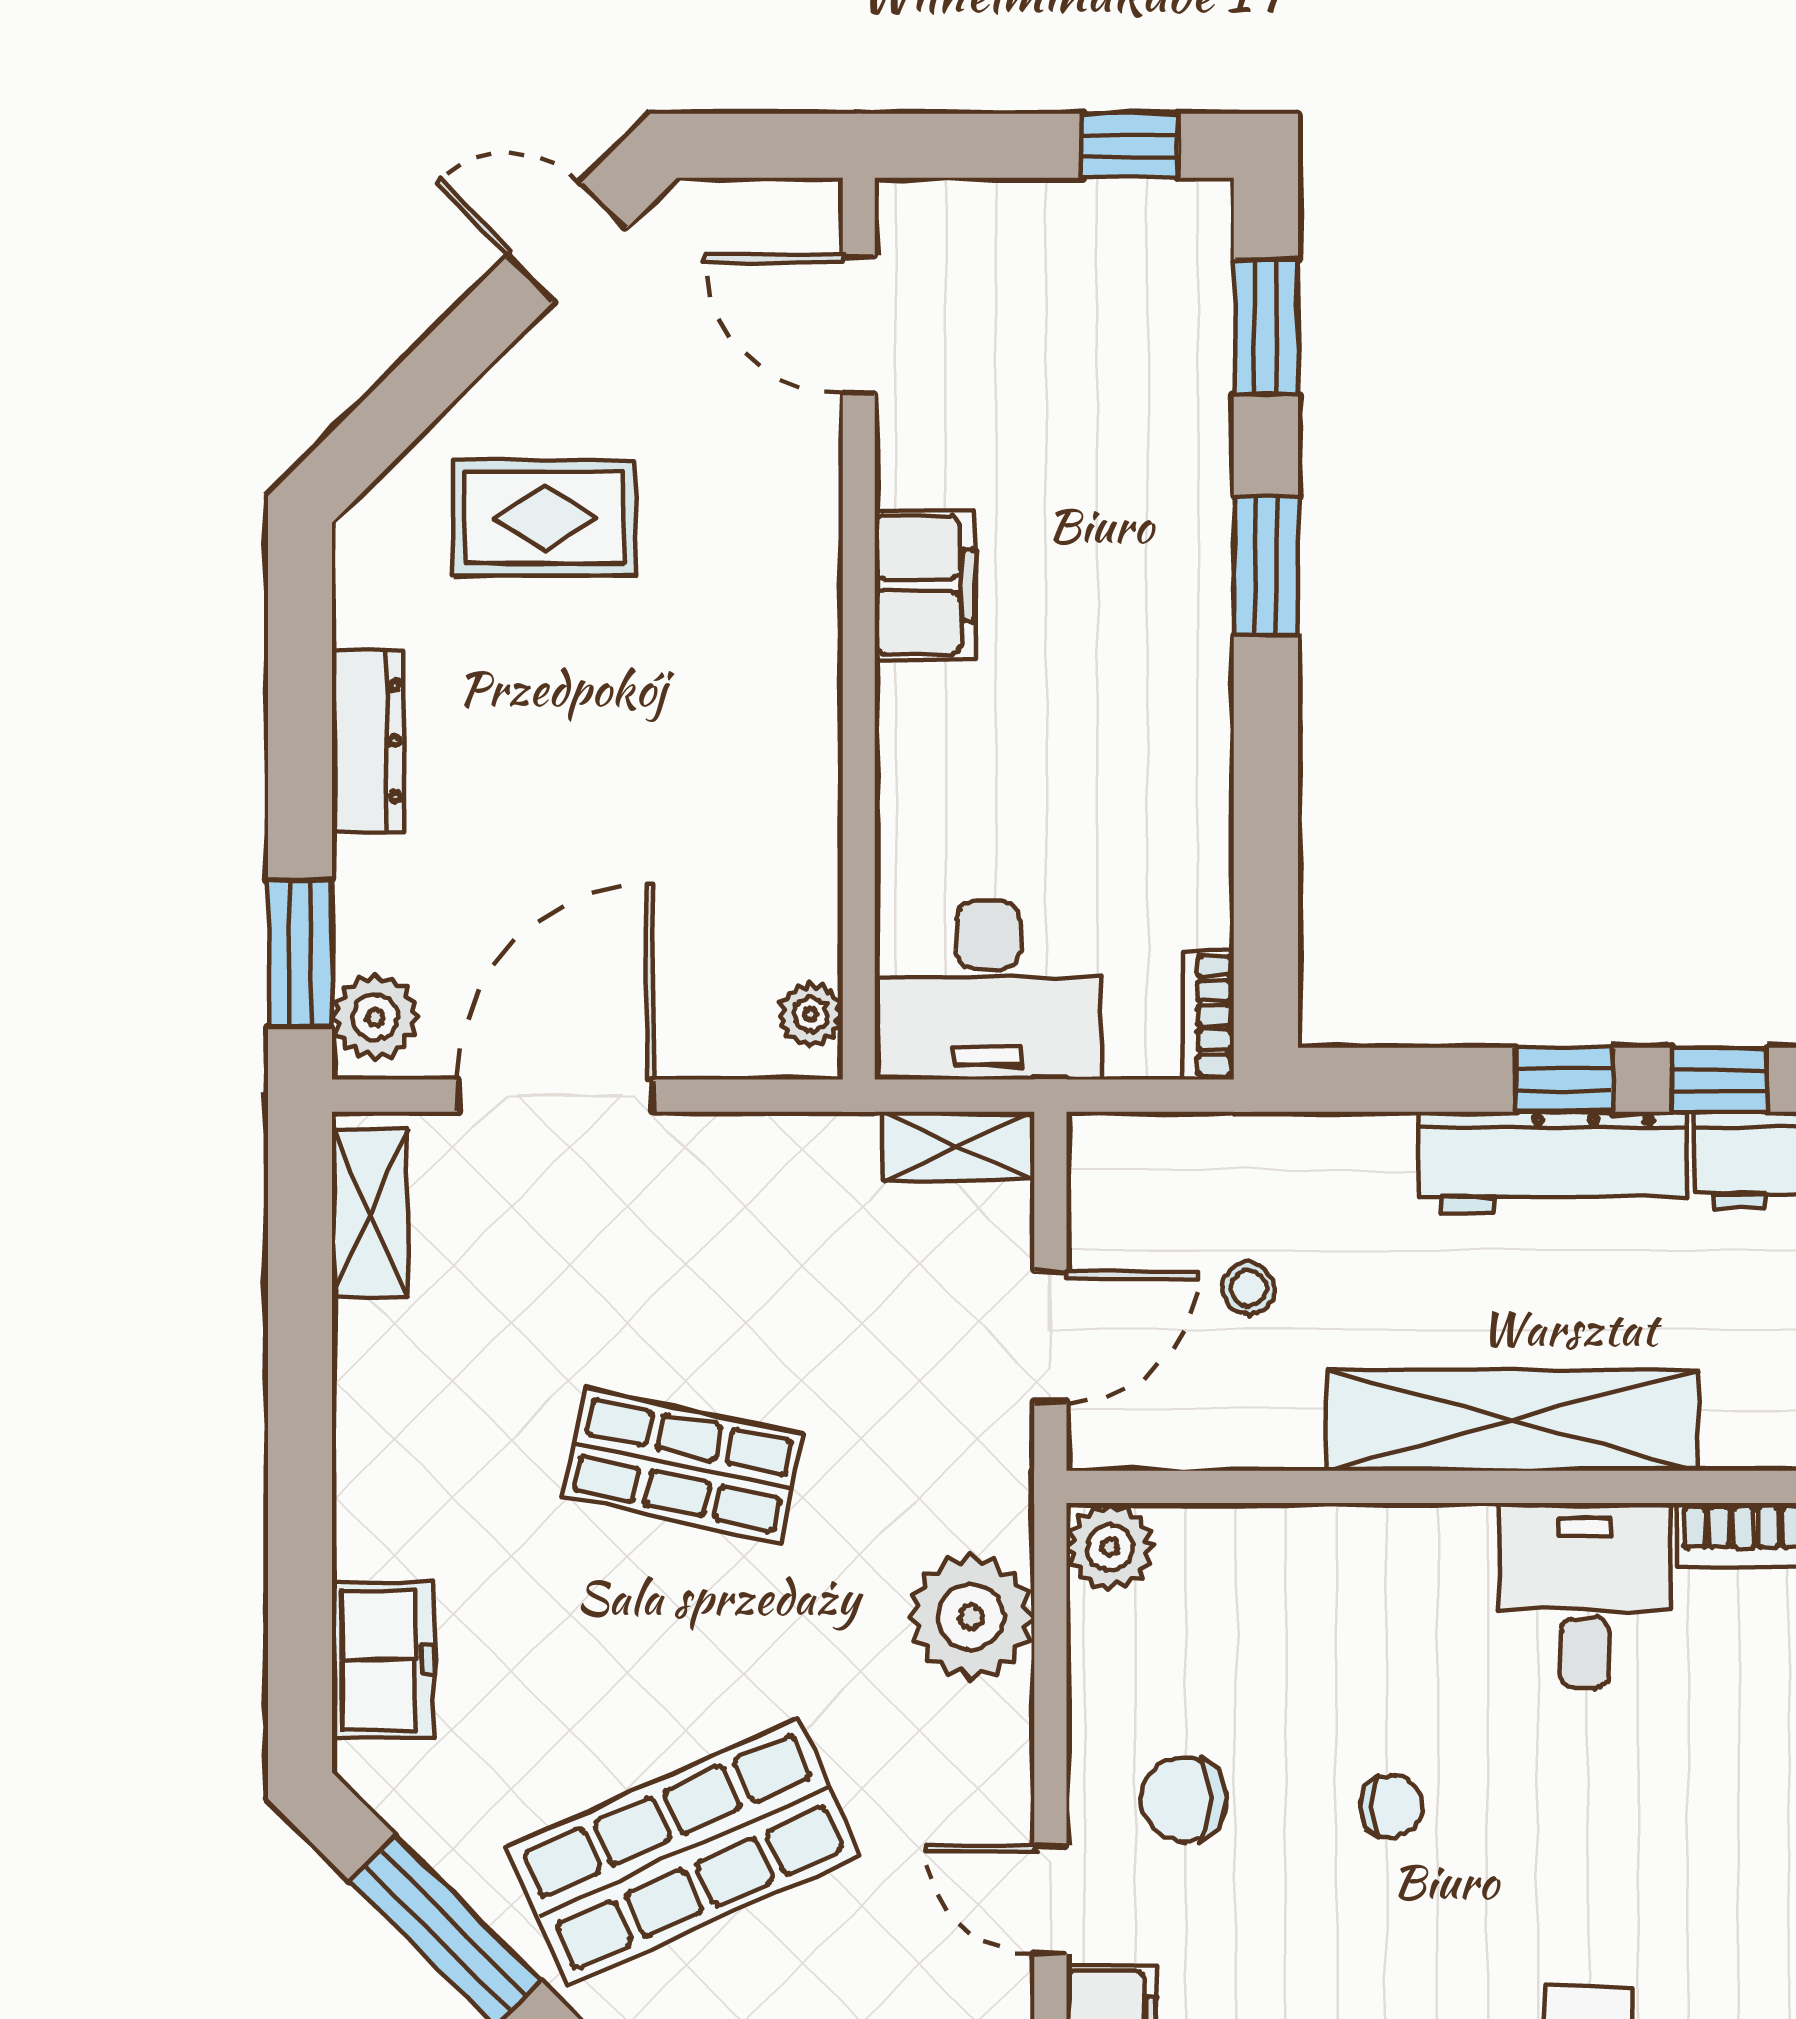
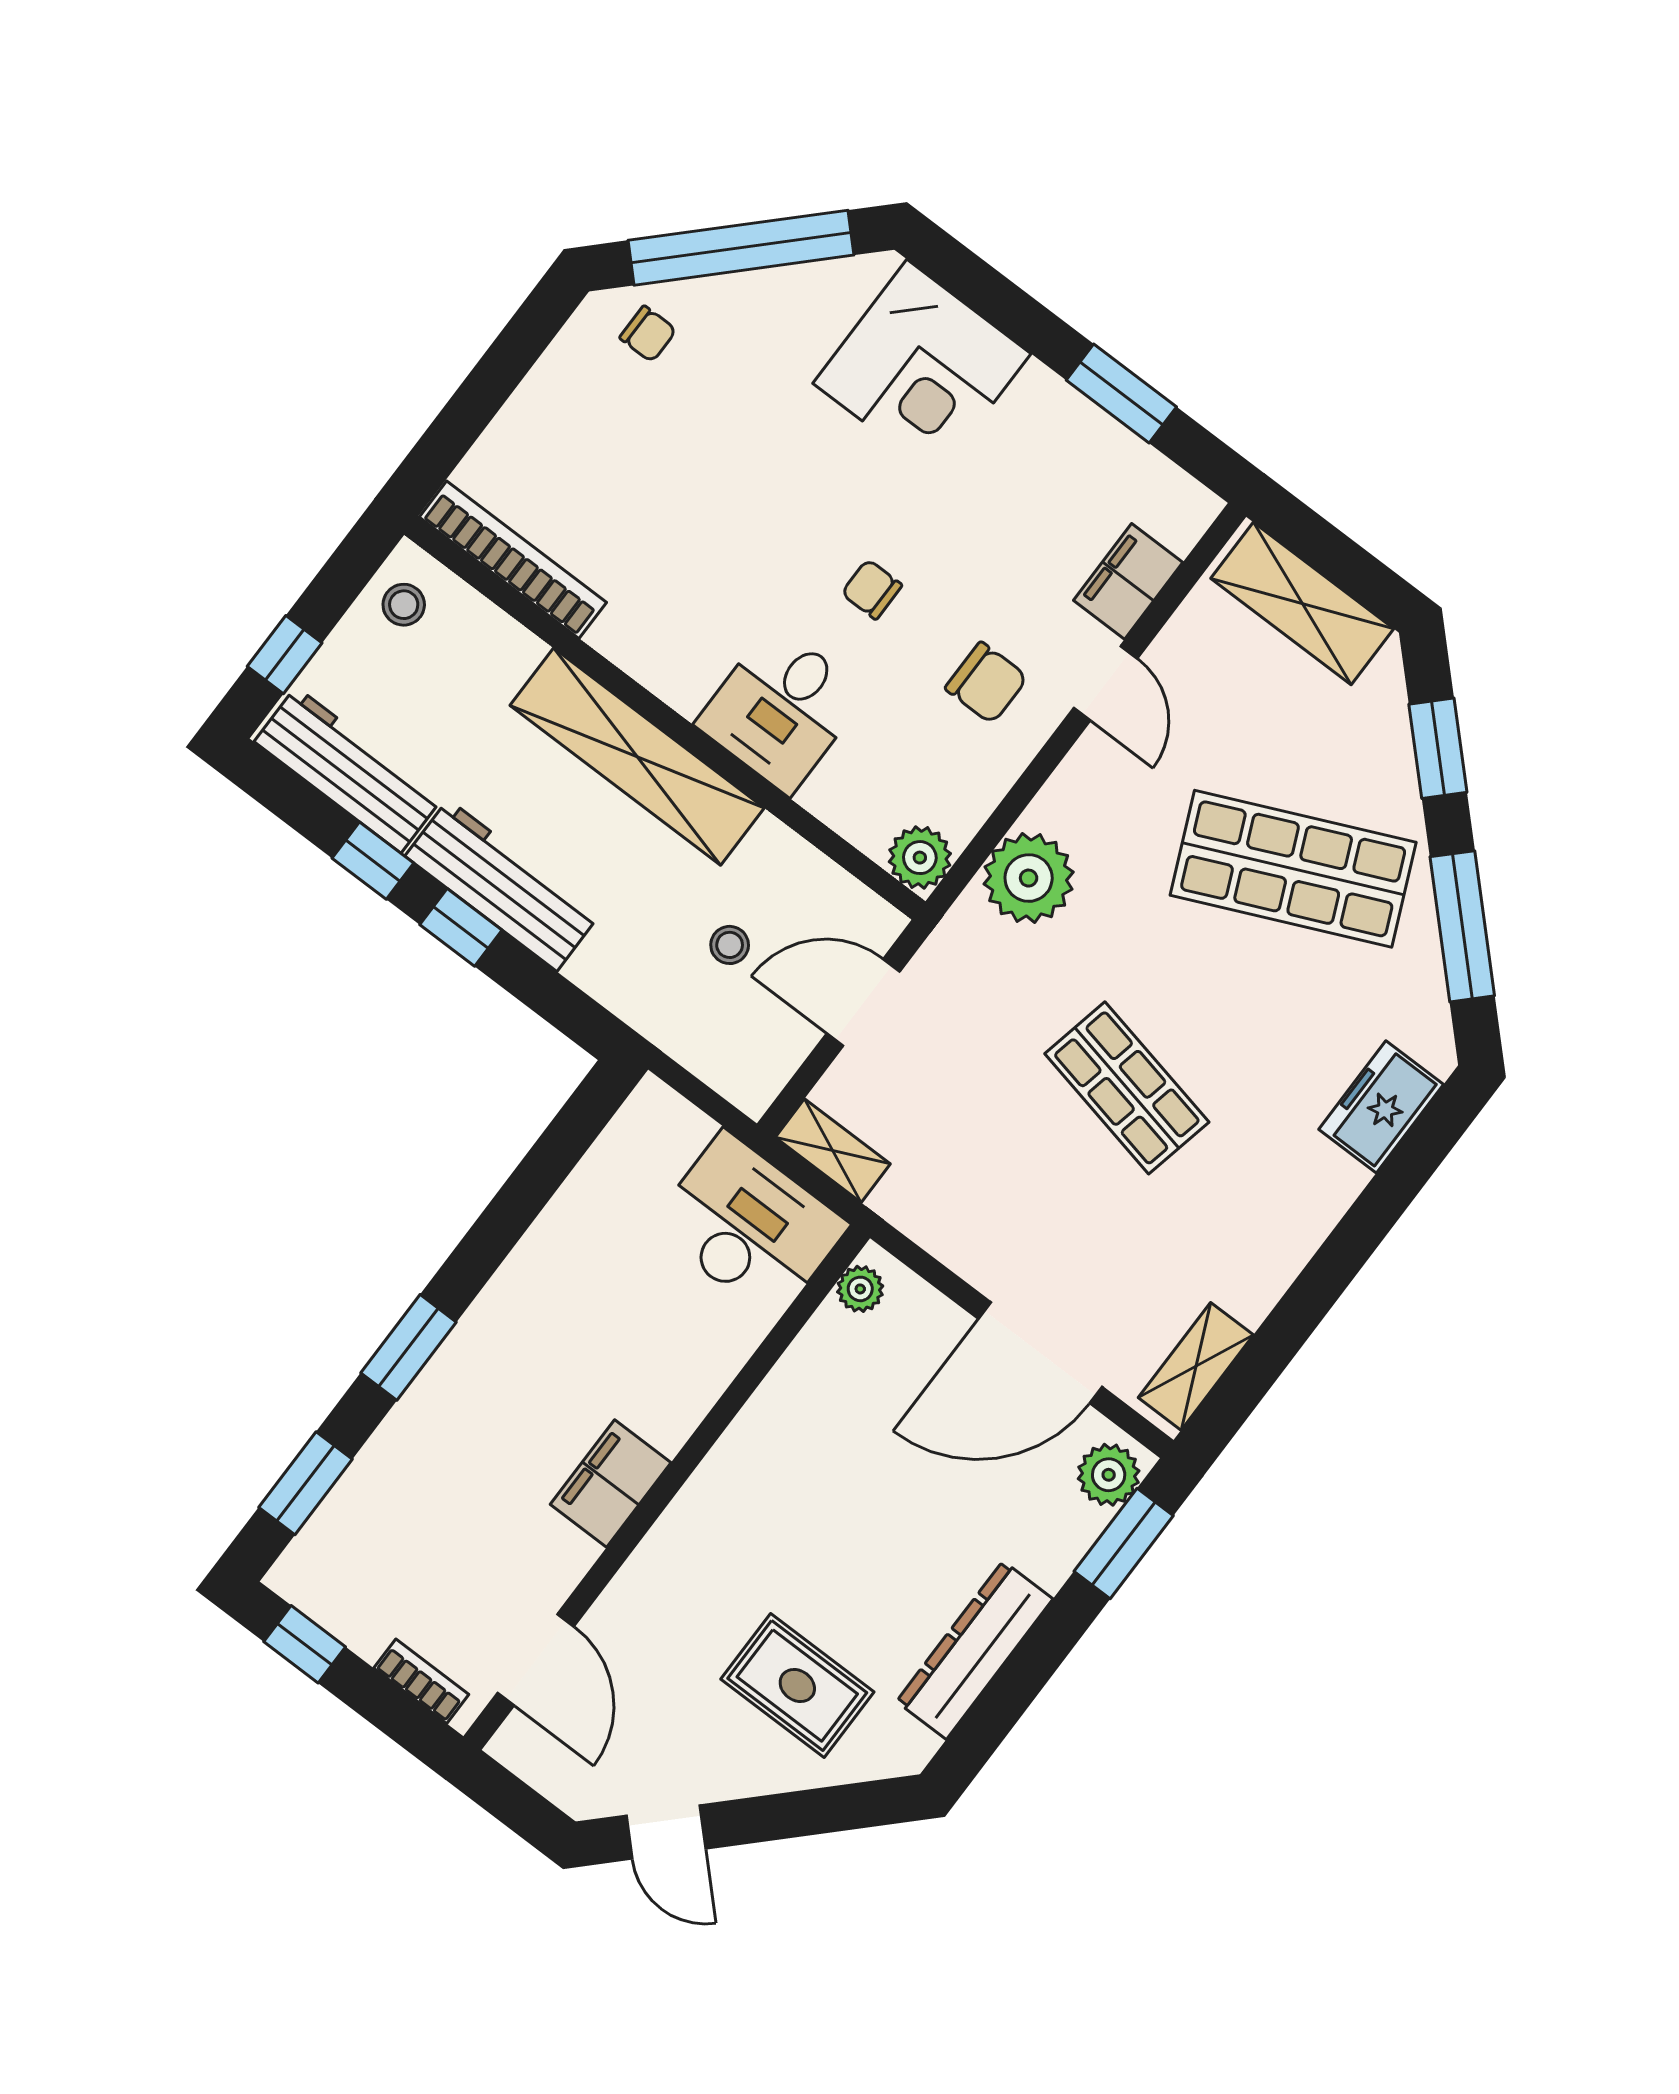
dresser: (367, 741) -> (975, 1650), width x1.37, depth x1.24
bookcase: (1208, 1015) -> (421, 1681), moved, turned -90
desk: (1585, 1595) -> (781, 709), moved

